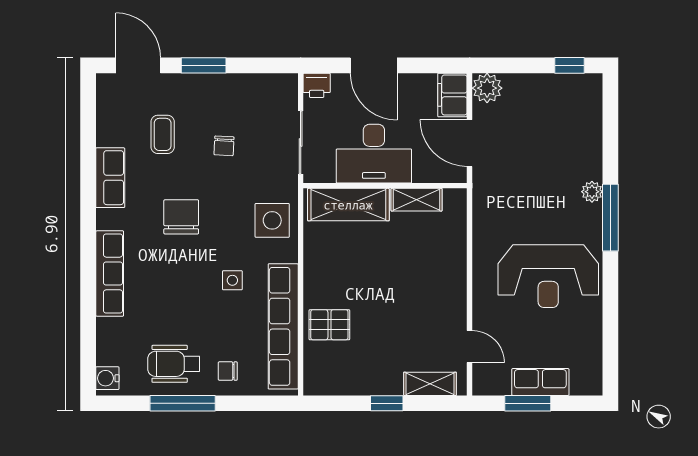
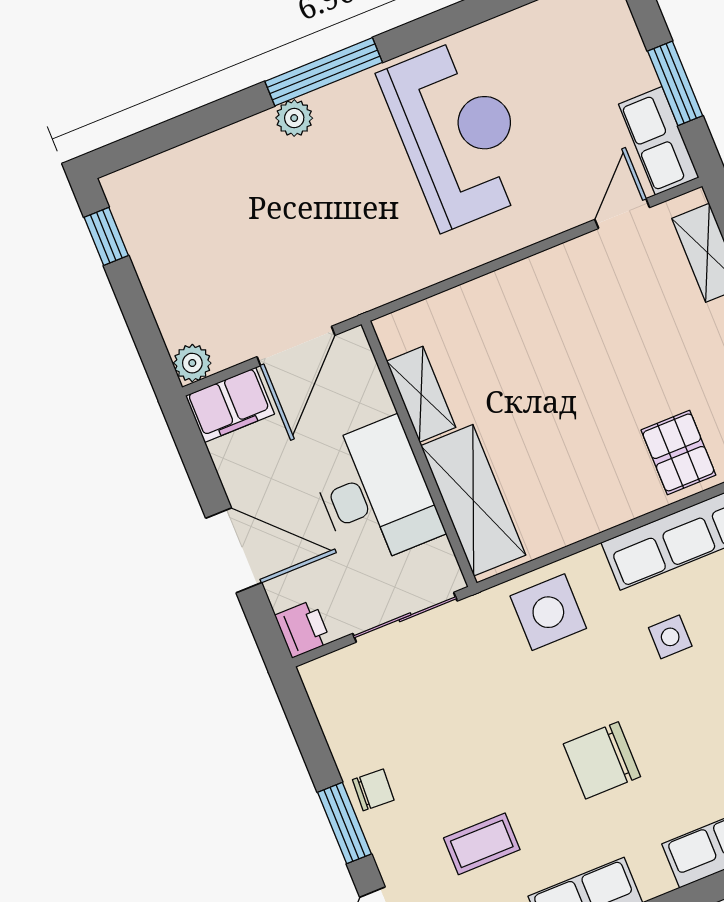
door: (374, 65) -> (234, 550), hinge flipped
plant: (487, 88) -> (192, 363), width x0.73, depth x0.73
chair: (224, 146) -> (373, 790), moved
row of seats: (540, 382) -> (659, 141), moved

